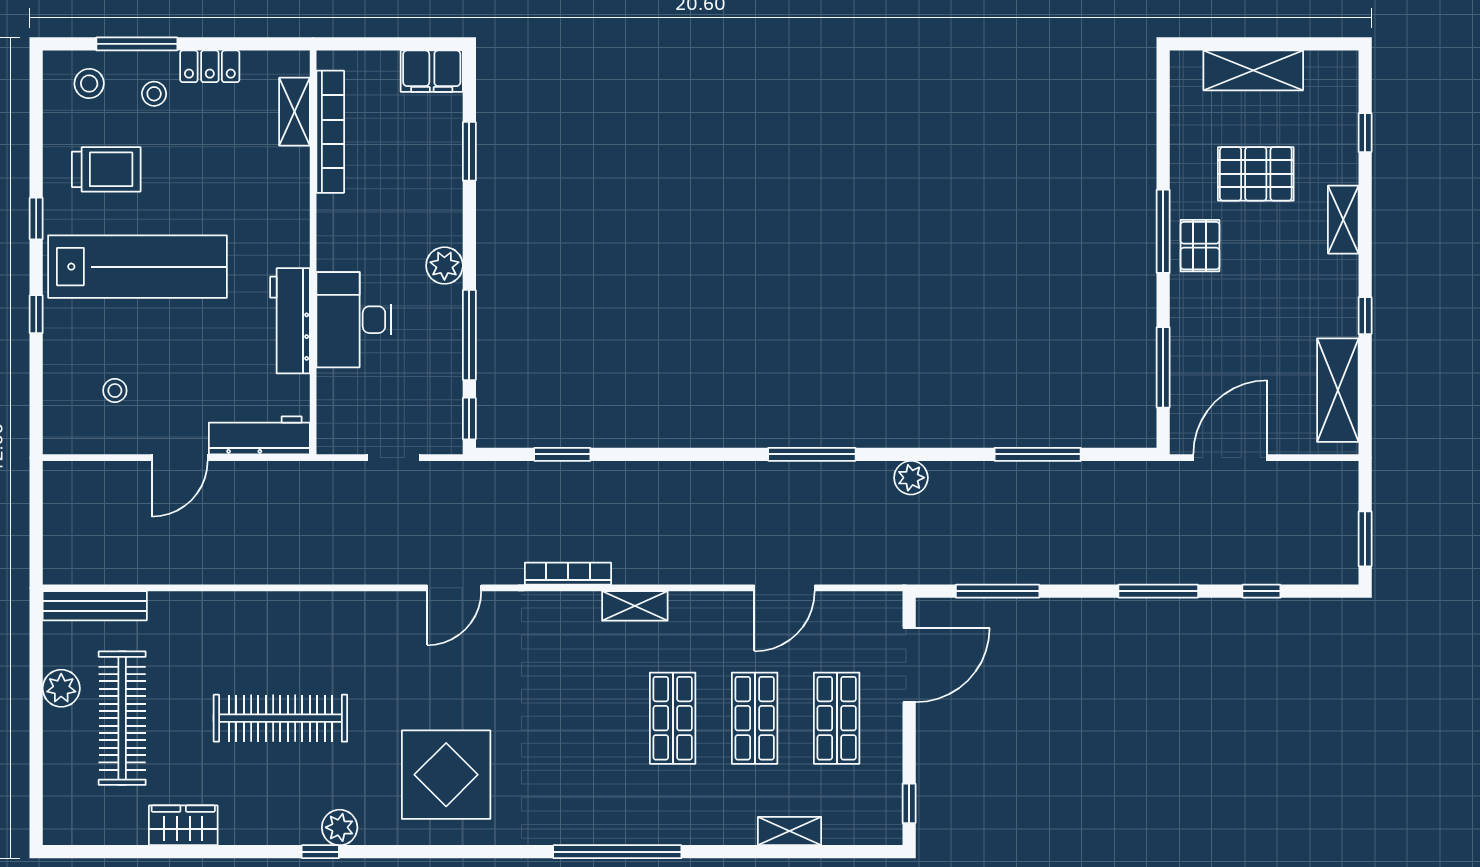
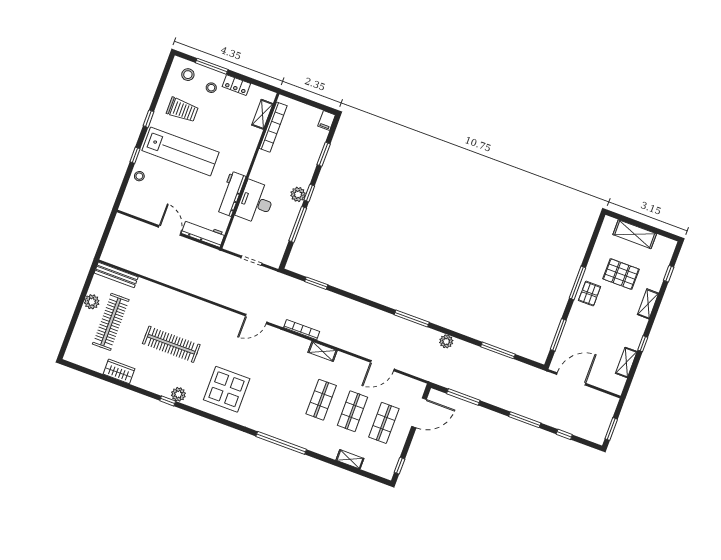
filing cabinet: (432, 71) -> (327, 121), width x0.50
shelving: (1338, 390) -> (626, 362), width x0.67, depth x0.75
stool: (115, 391) -> (139, 176), moved
window: (469, 419) -> (309, 193), moved
door: (180, 458) -> (170, 230), swing flipped

